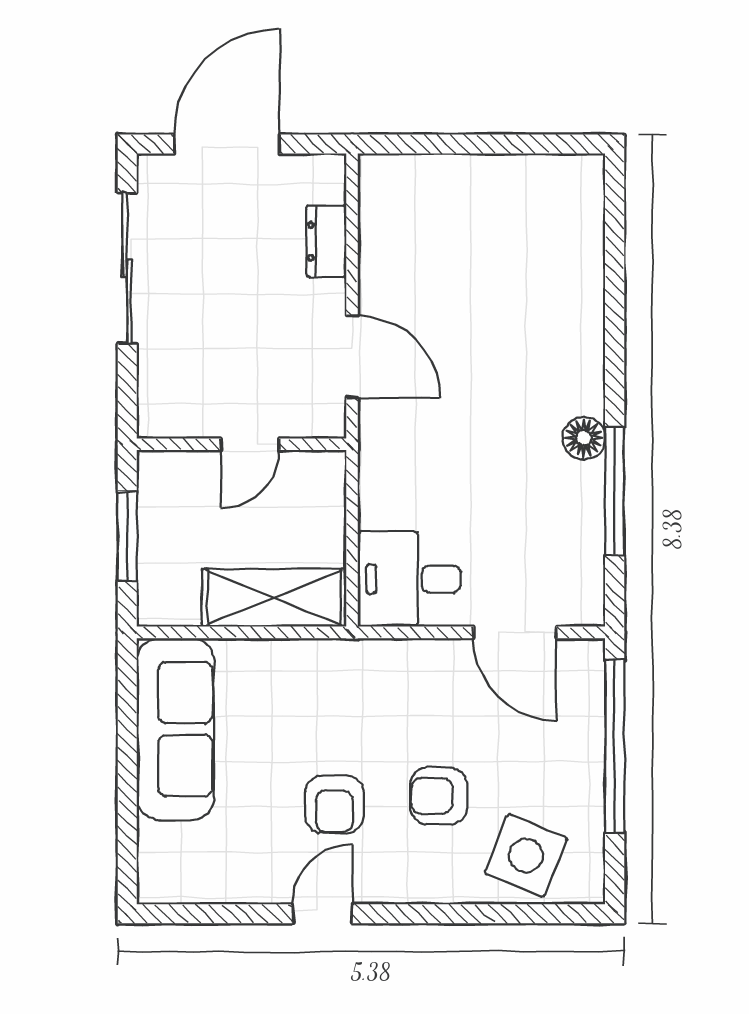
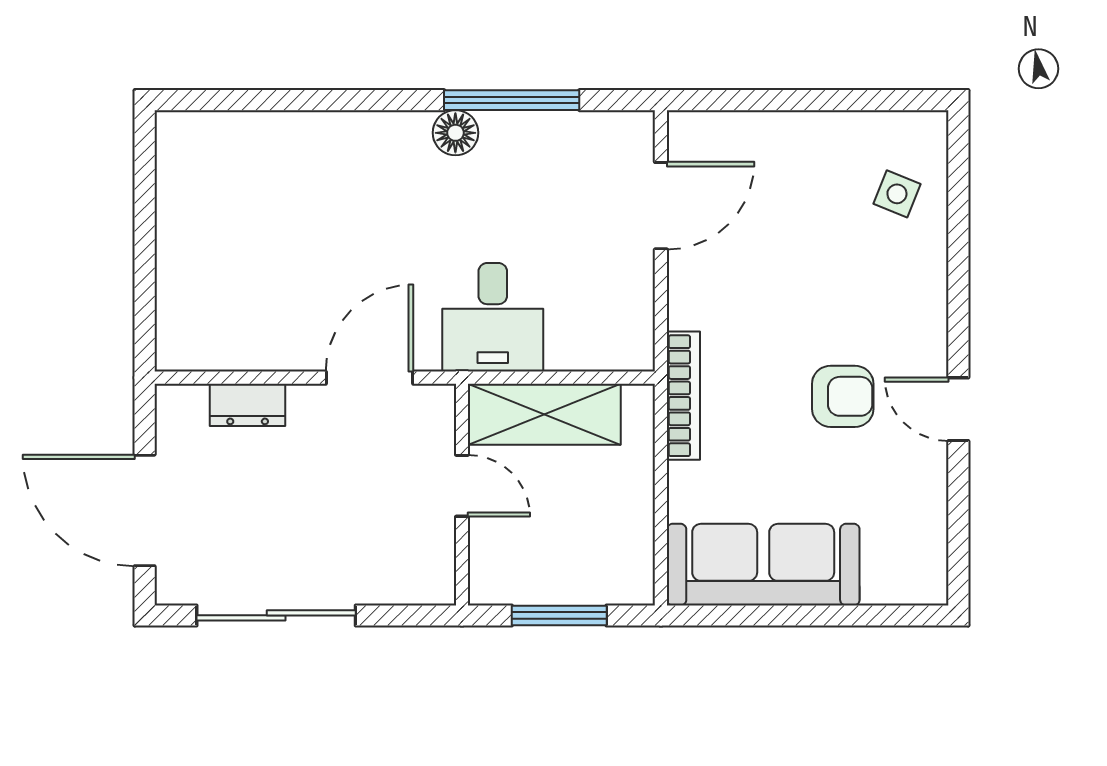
desk: (409, 579) -> (493, 317), moved
shelving: (274, 598) -> (544, 414), moved, turned 90
bookcase: (335, 654) -> (683, 396), added
window: (615, 746) -> (781, 100), removed
armchair: (439, 796) -> (834, 286), removed
side table: (526, 856) -> (897, 194), width x0.54, depth x0.54

